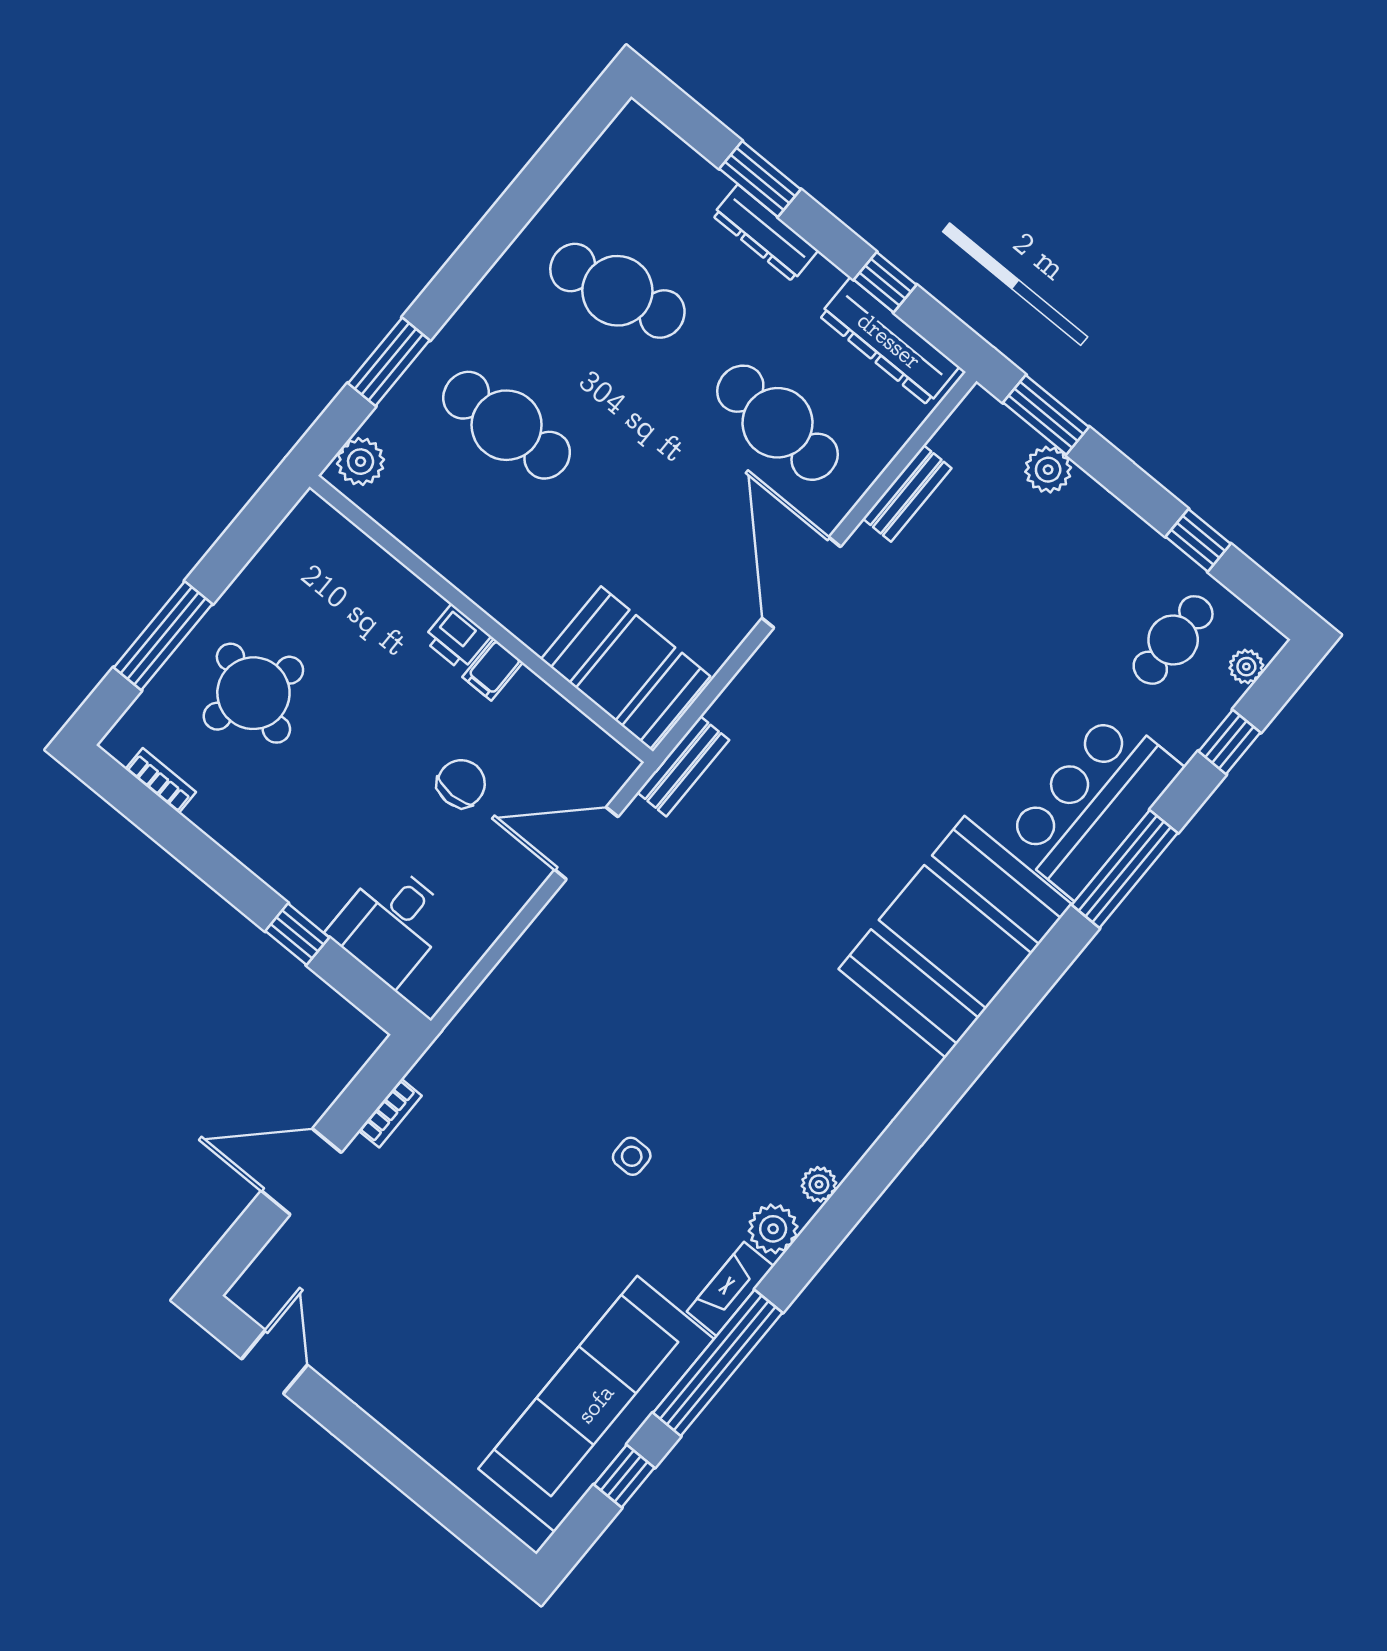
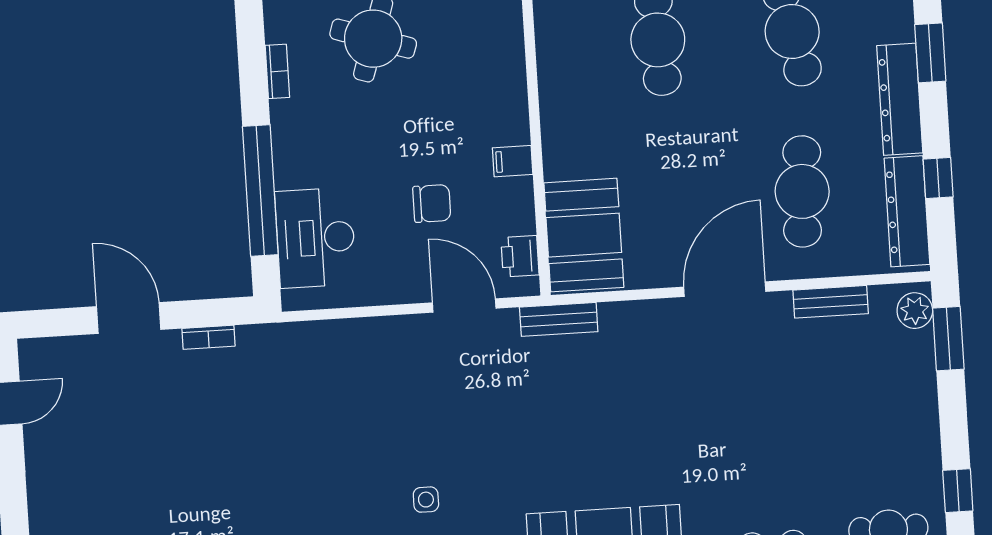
dresser: (765, 233) -> (900, 99), width x1.37, depth x1.24
plant: (1048, 470) -> (915, 311), moved
printer: (457, 638) -> (520, 256), moved
bookcase: (161, 781) -> (277, 71), moved
desk: (391, 924) -> (315, 238), width x1.37
window: (297, 934) -> (260, 191), width x3.17
side table: (632, 1156) -> (426, 500), moved

